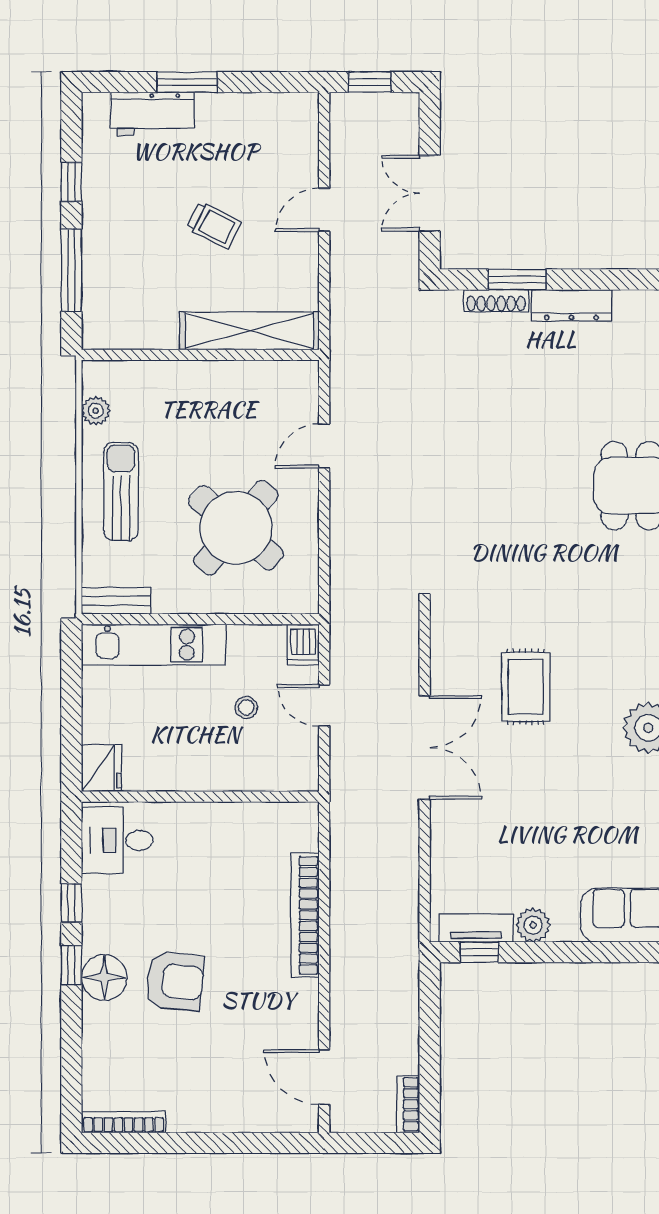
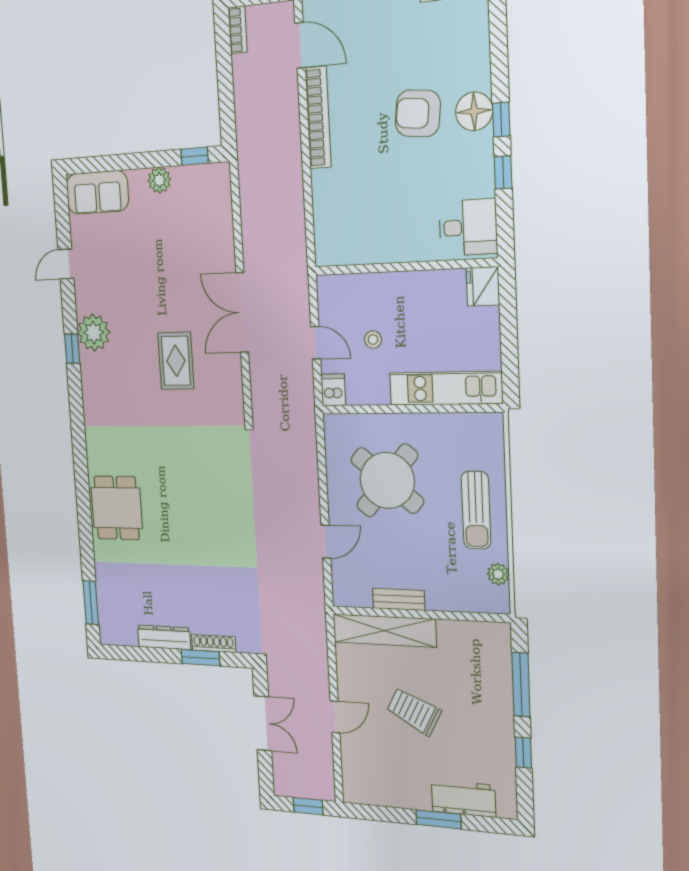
trolley: (214, 225) -> (414, 711), width x1.36, depth x1.39
bench: (116, 601) -> (399, 599), moved
bookcase: (305, 915) -> (318, 118), moved
tv unit: (476, 928) -> (198, 175), removed

